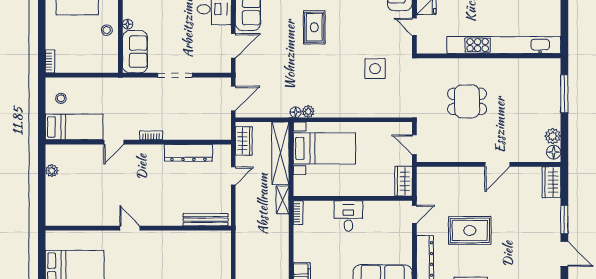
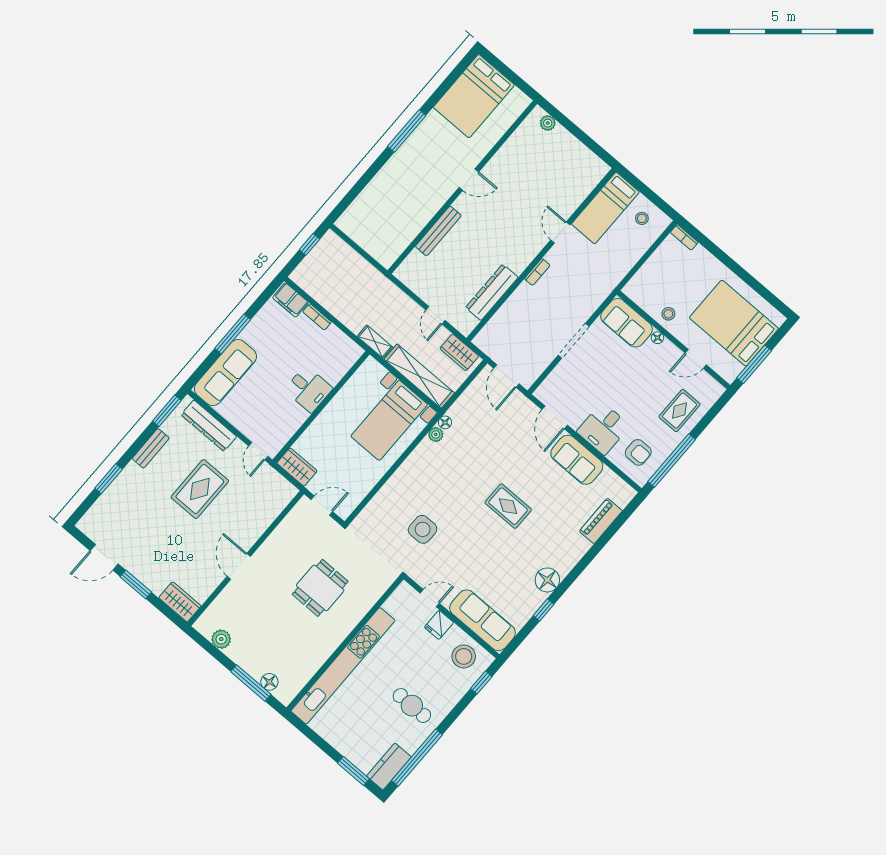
floor lamp: (554, 152) -> (269, 682), moved
plant: (52, 171) -> (548, 123), moved
bookcase: (298, 213) -> (317, 317), moved
bench: (206, 220) -> (438, 231), moved

